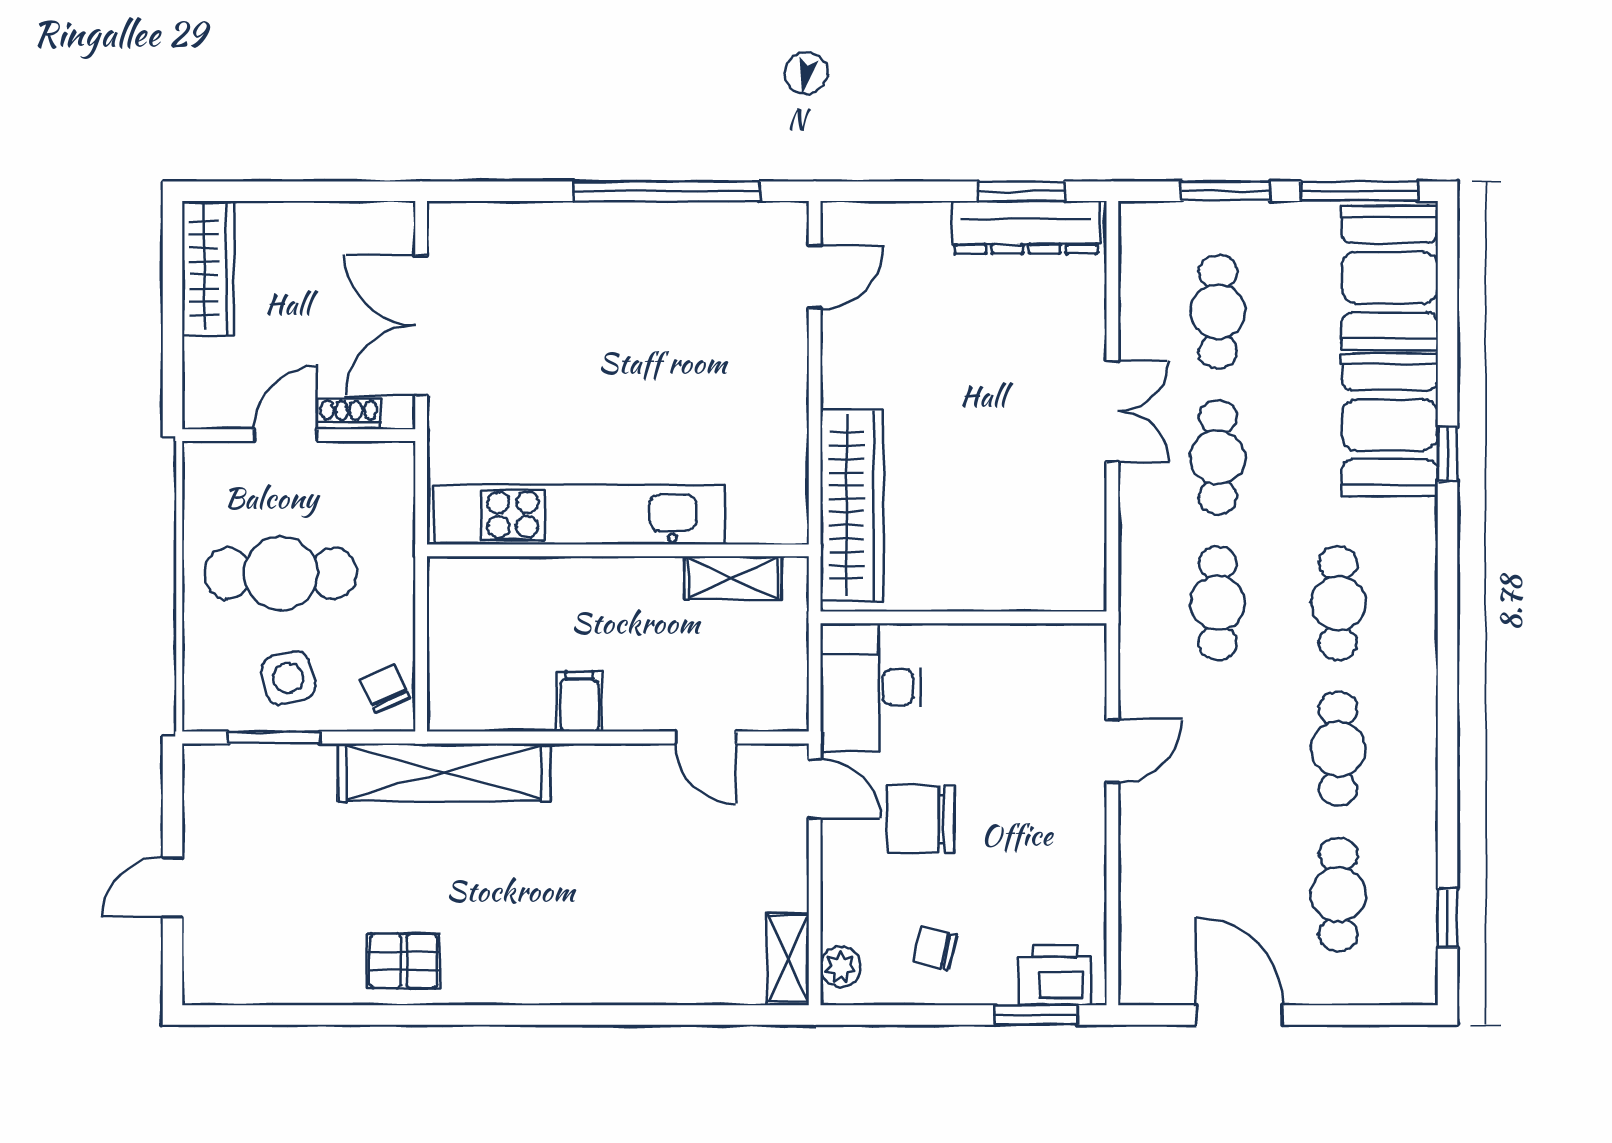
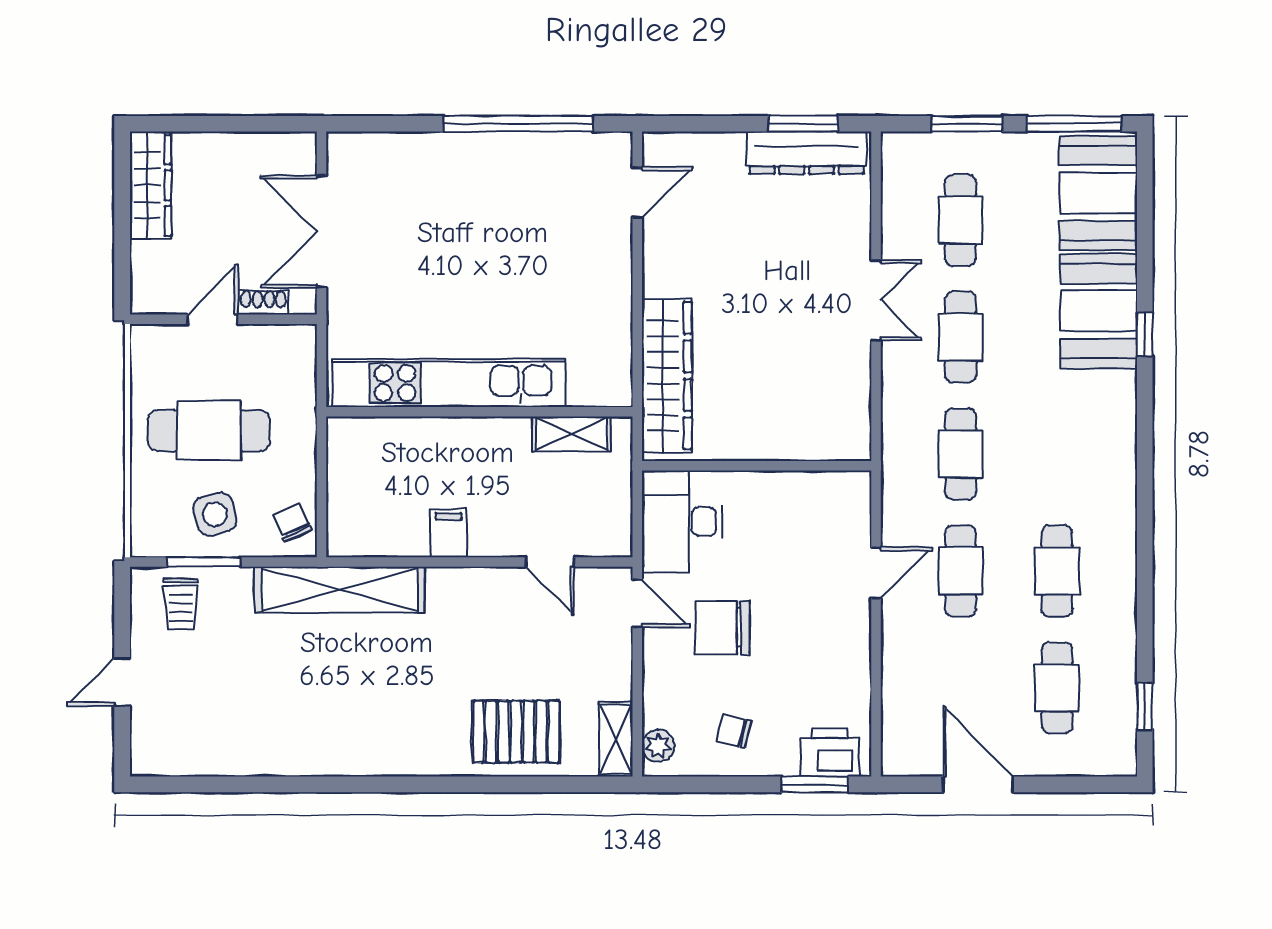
cafe table: (1338, 603) -> (961, 571), moved
trolley: (245, 790) -> (181, 604), added
pallet: (404, 961) -> (516, 732), moved, width x1.50, depth x1.42

